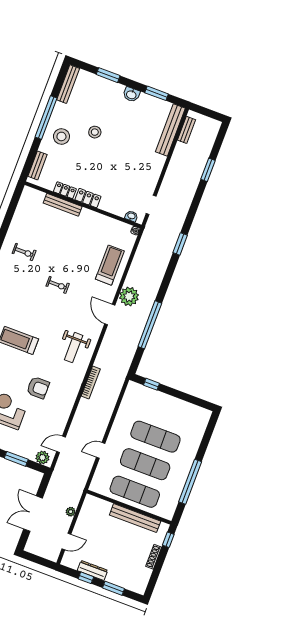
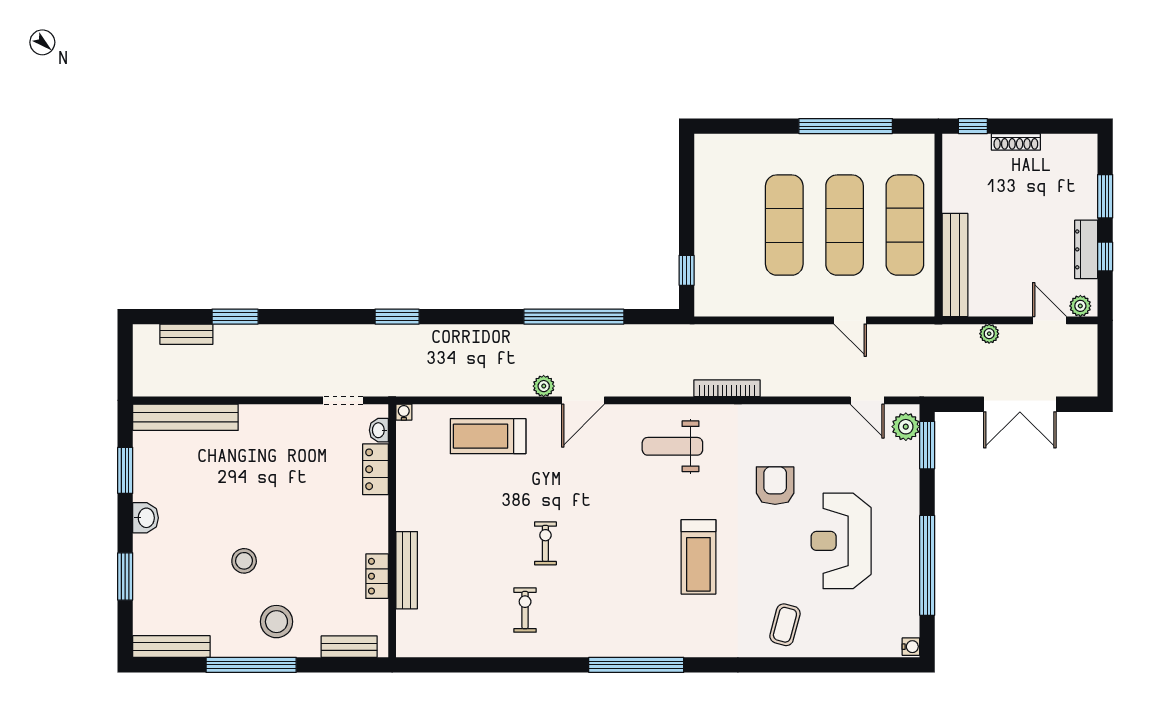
bench: (186, 130) -> (186, 334), moved
locker: (88, 198) -> (375, 469), moved
exercise bike: (58, 285) -> (545, 543), moved
plant: (129, 296) -> (544, 386), width x0.53, depth x0.53
weight bench: (74, 348) -> (672, 446), turned 180
window: (16, 459) -> (927, 445), moved
bench: (135, 518) -> (955, 265), moved
plant: (68, 558) -> (1080, 306), added

